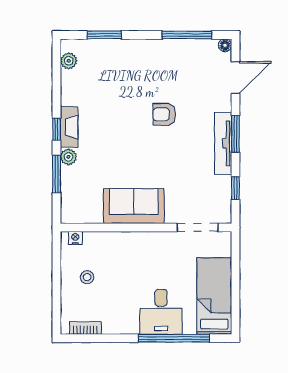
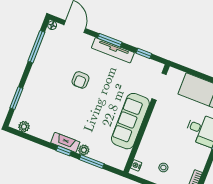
sofa: (134, 206) -> (130, 121), width x1.36

